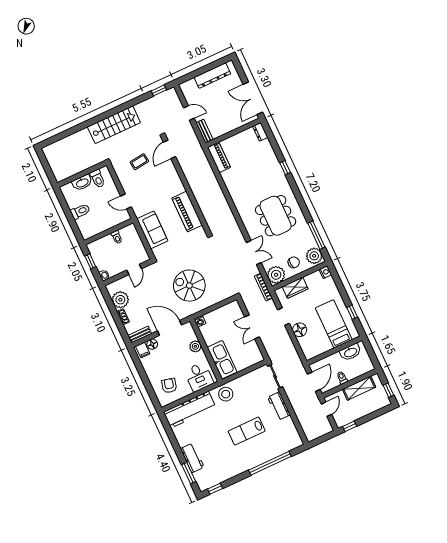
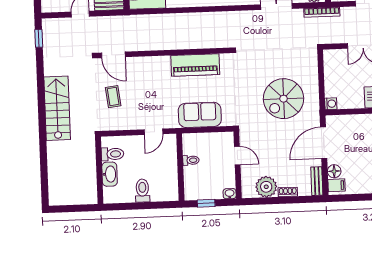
plant: (195, 346) -> (358, 121), removed

